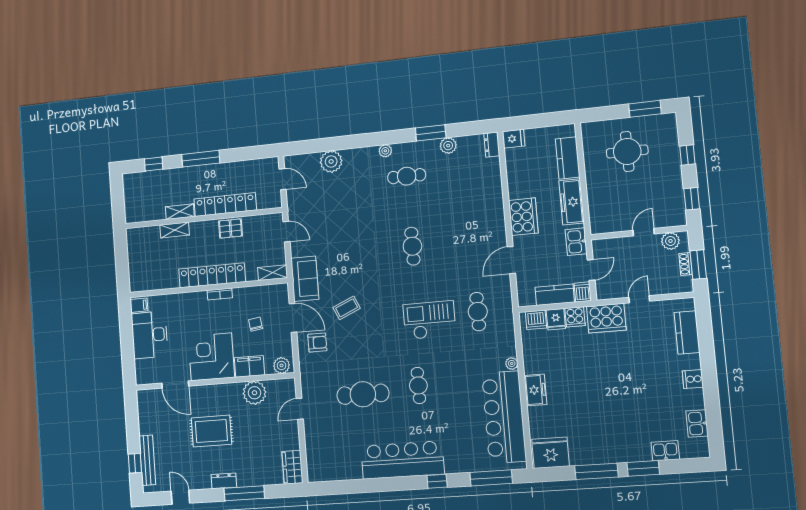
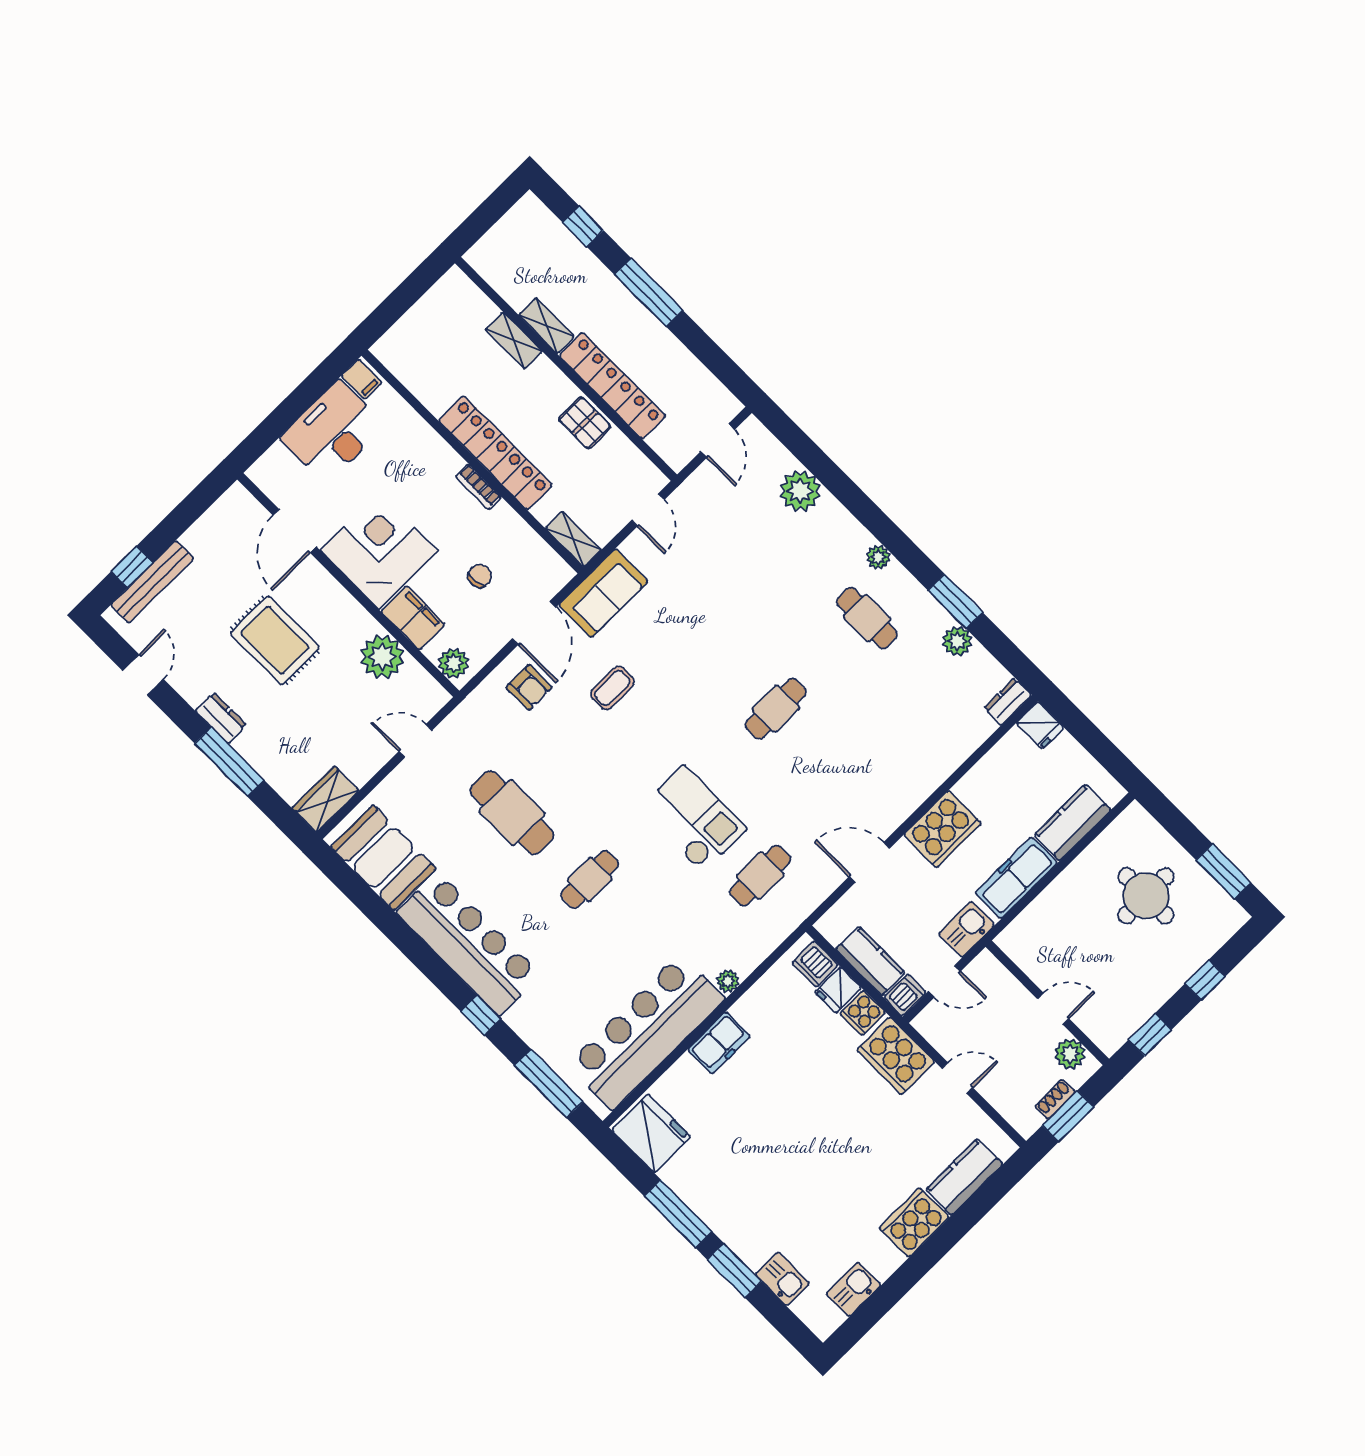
coffee table: (347, 308) -> (612, 688), turned -66
cooker: (693, 379) -> (914, 1222), width x1.87, depth x1.31
booth: (337, 464) -> (383, 858), added

